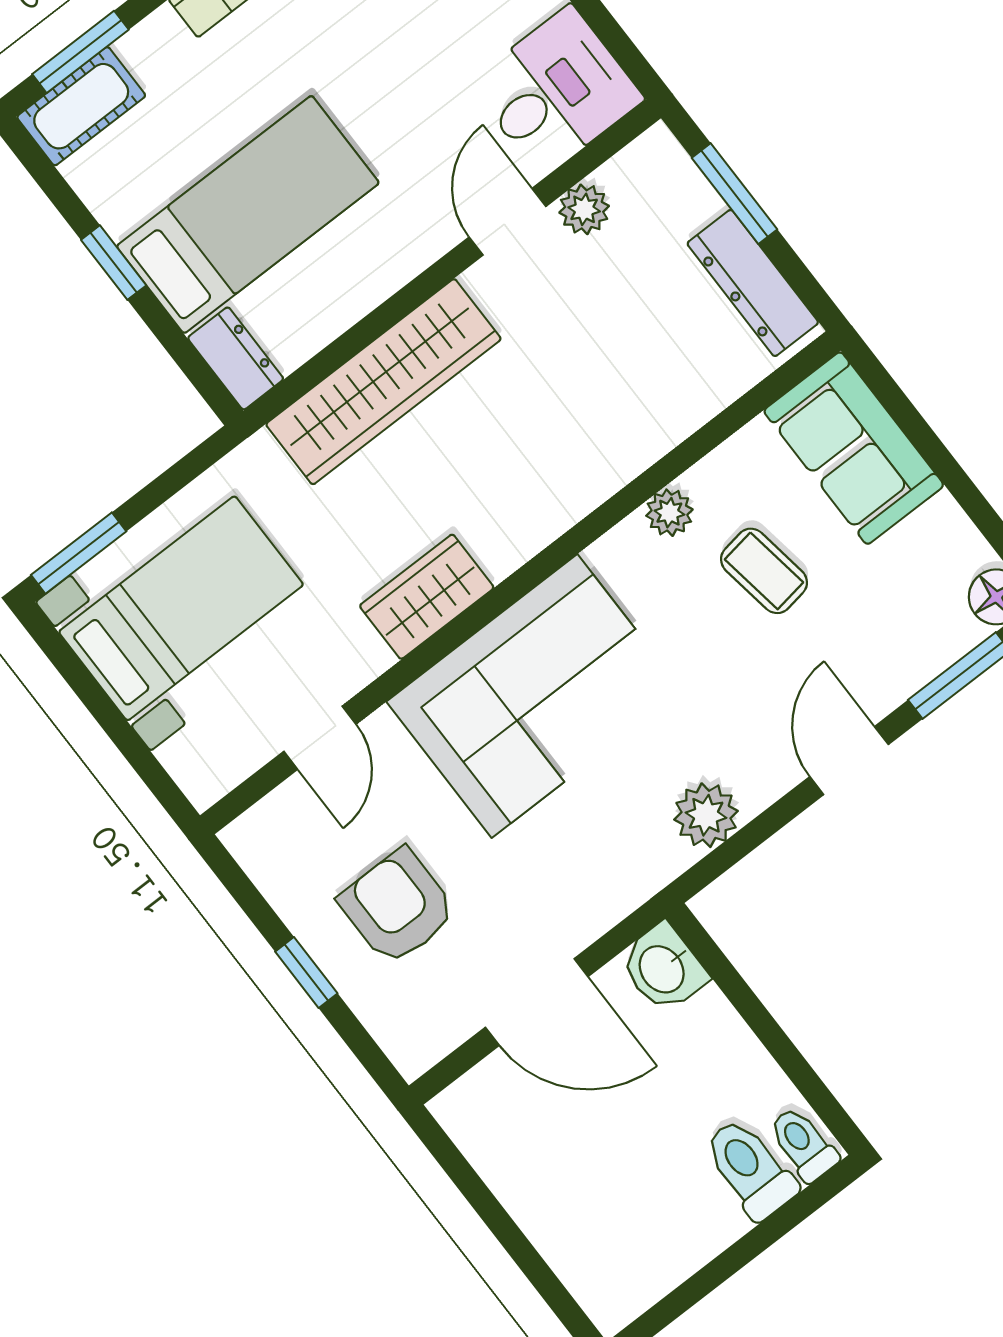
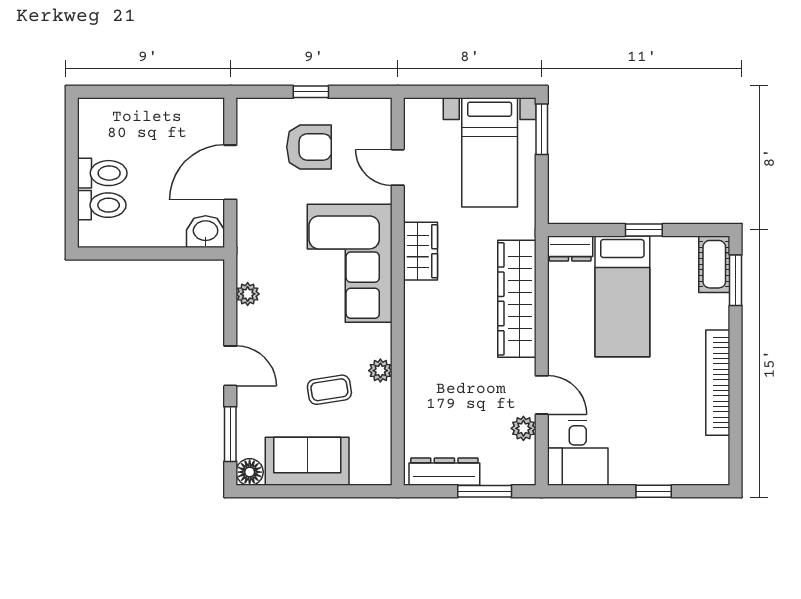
sofa: (854, 448) -> (307, 461), moved
plant: (706, 815) -> (248, 294), width x0.73, depth x0.73
toilet: (803, 1144) -> (102, 173), moved, width x1.37, depth x1.39

